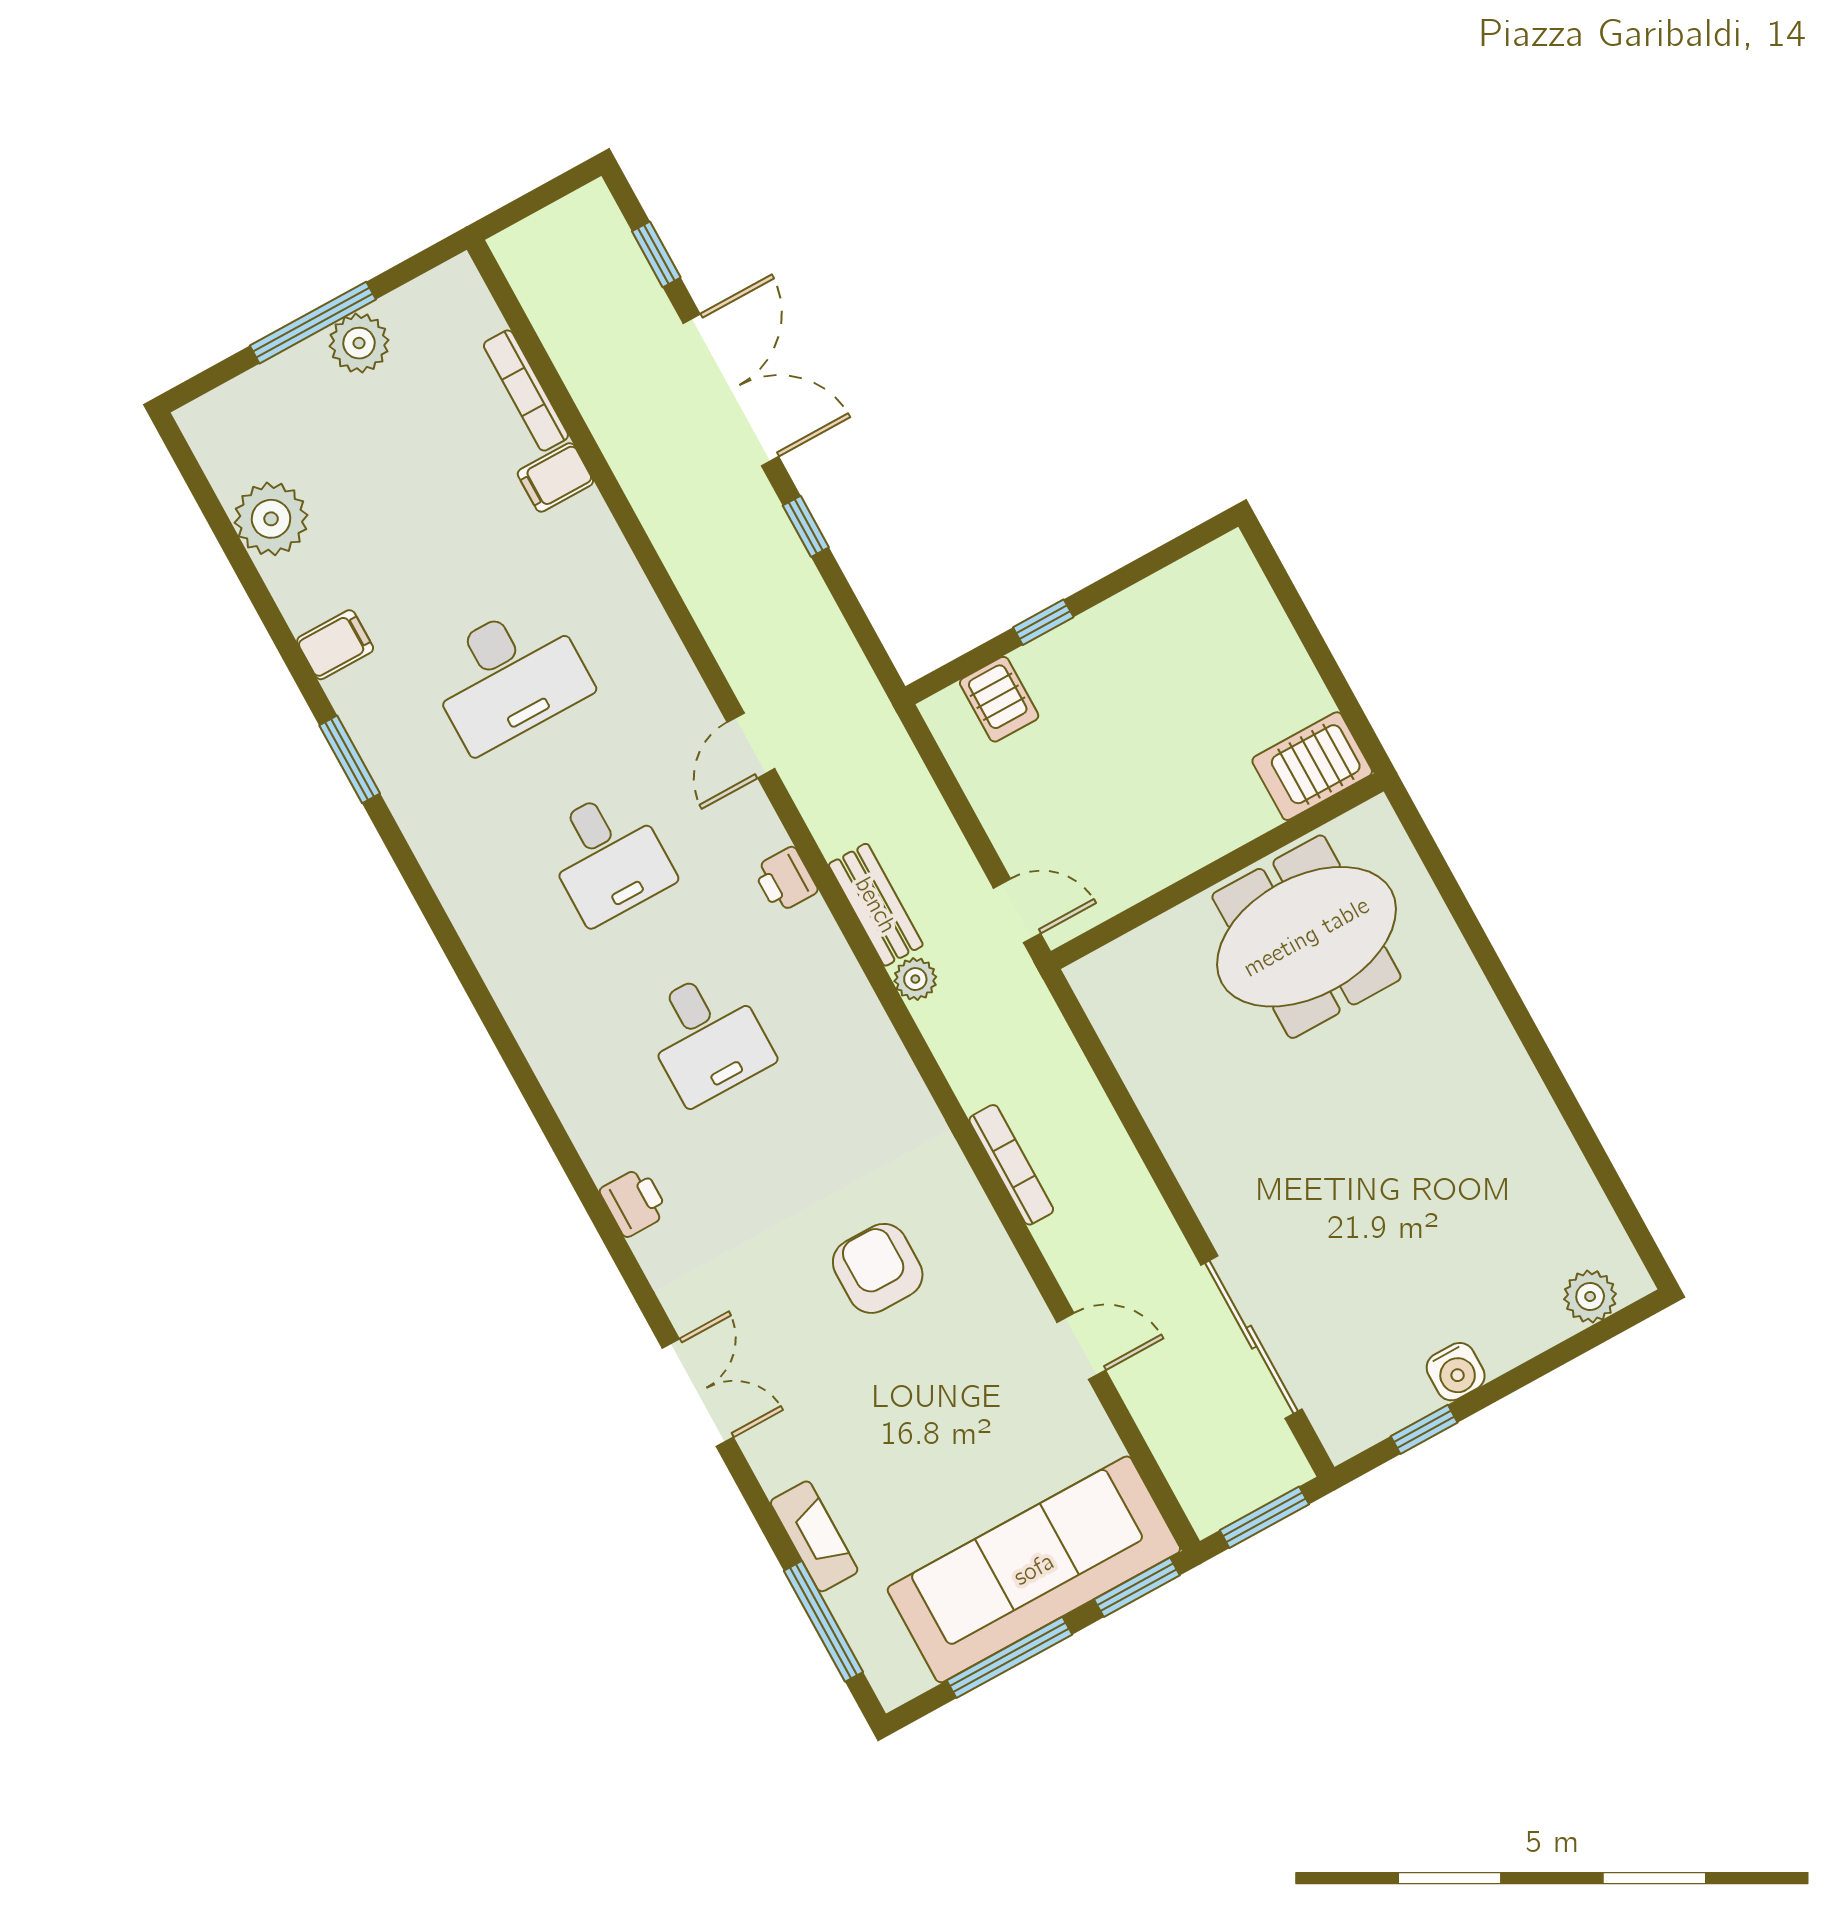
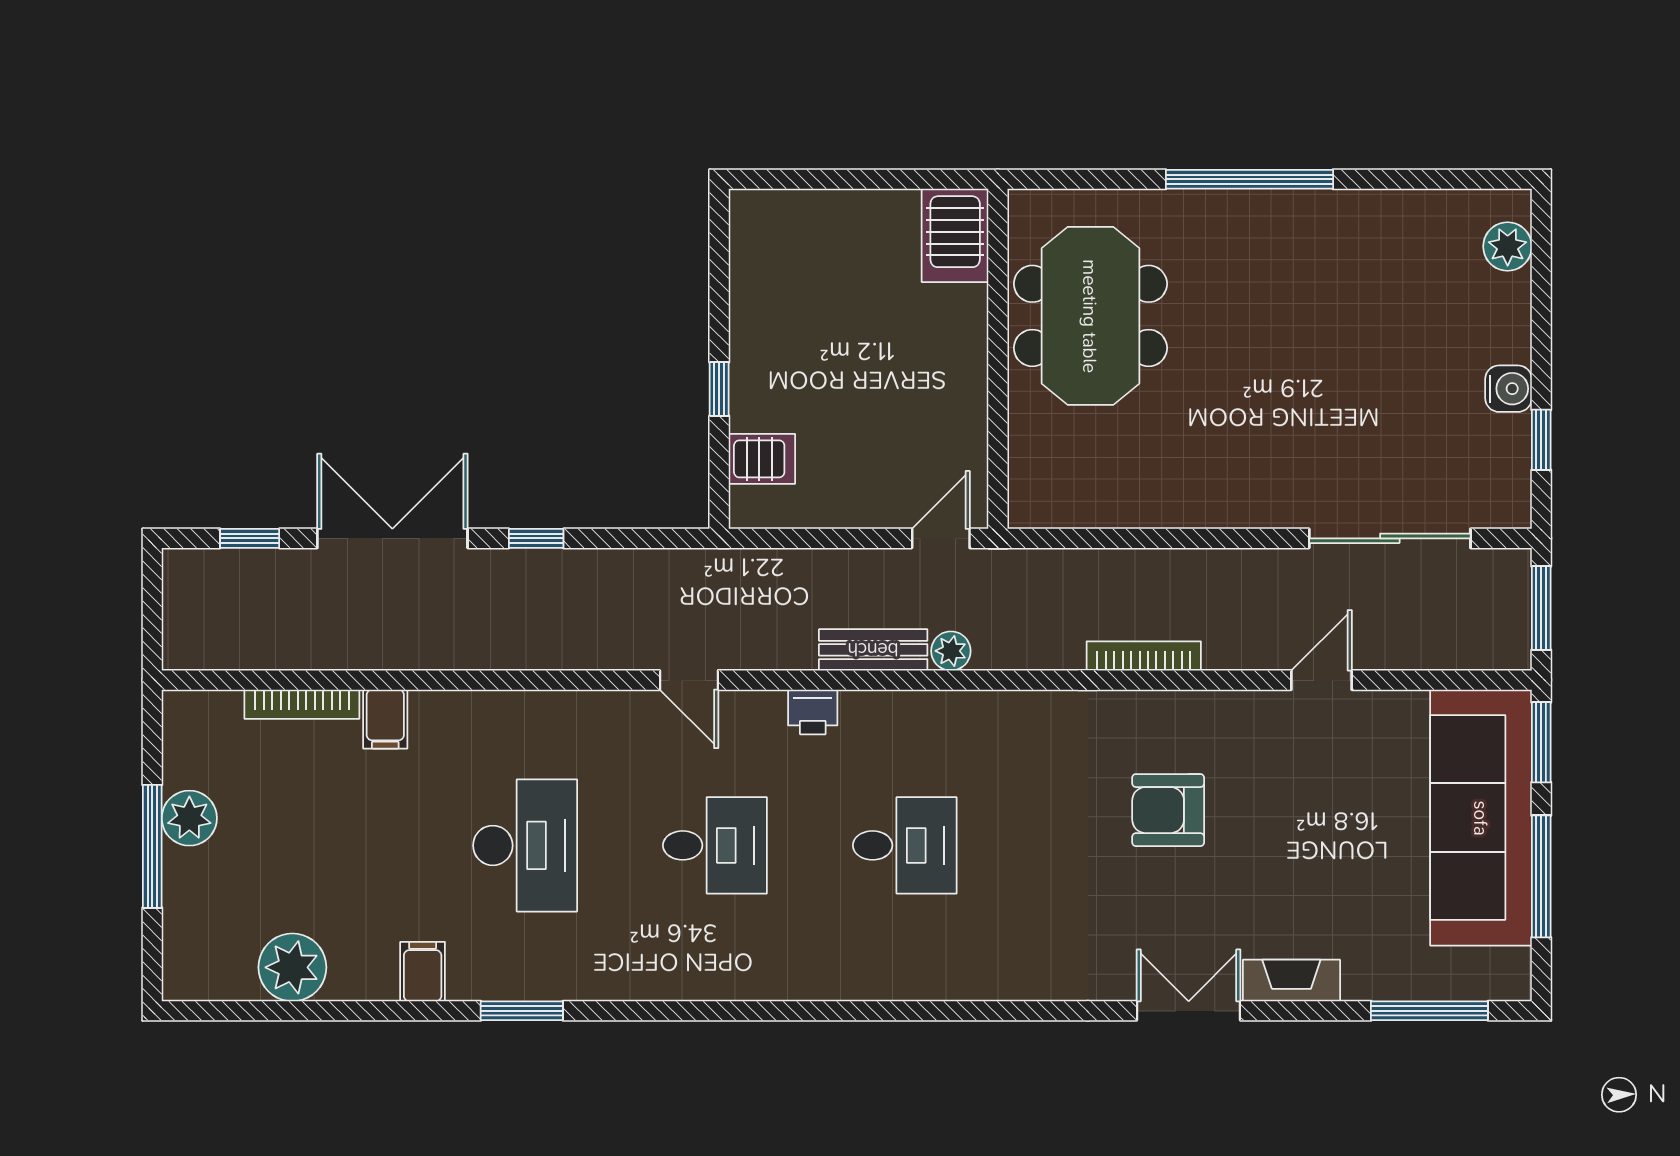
window: (1519, 1016) -> (1249, 179), added
printer: (634, 1202) -> (1006, 978), removed
fireplace: (814, 1536) -> (1291, 981), moved

